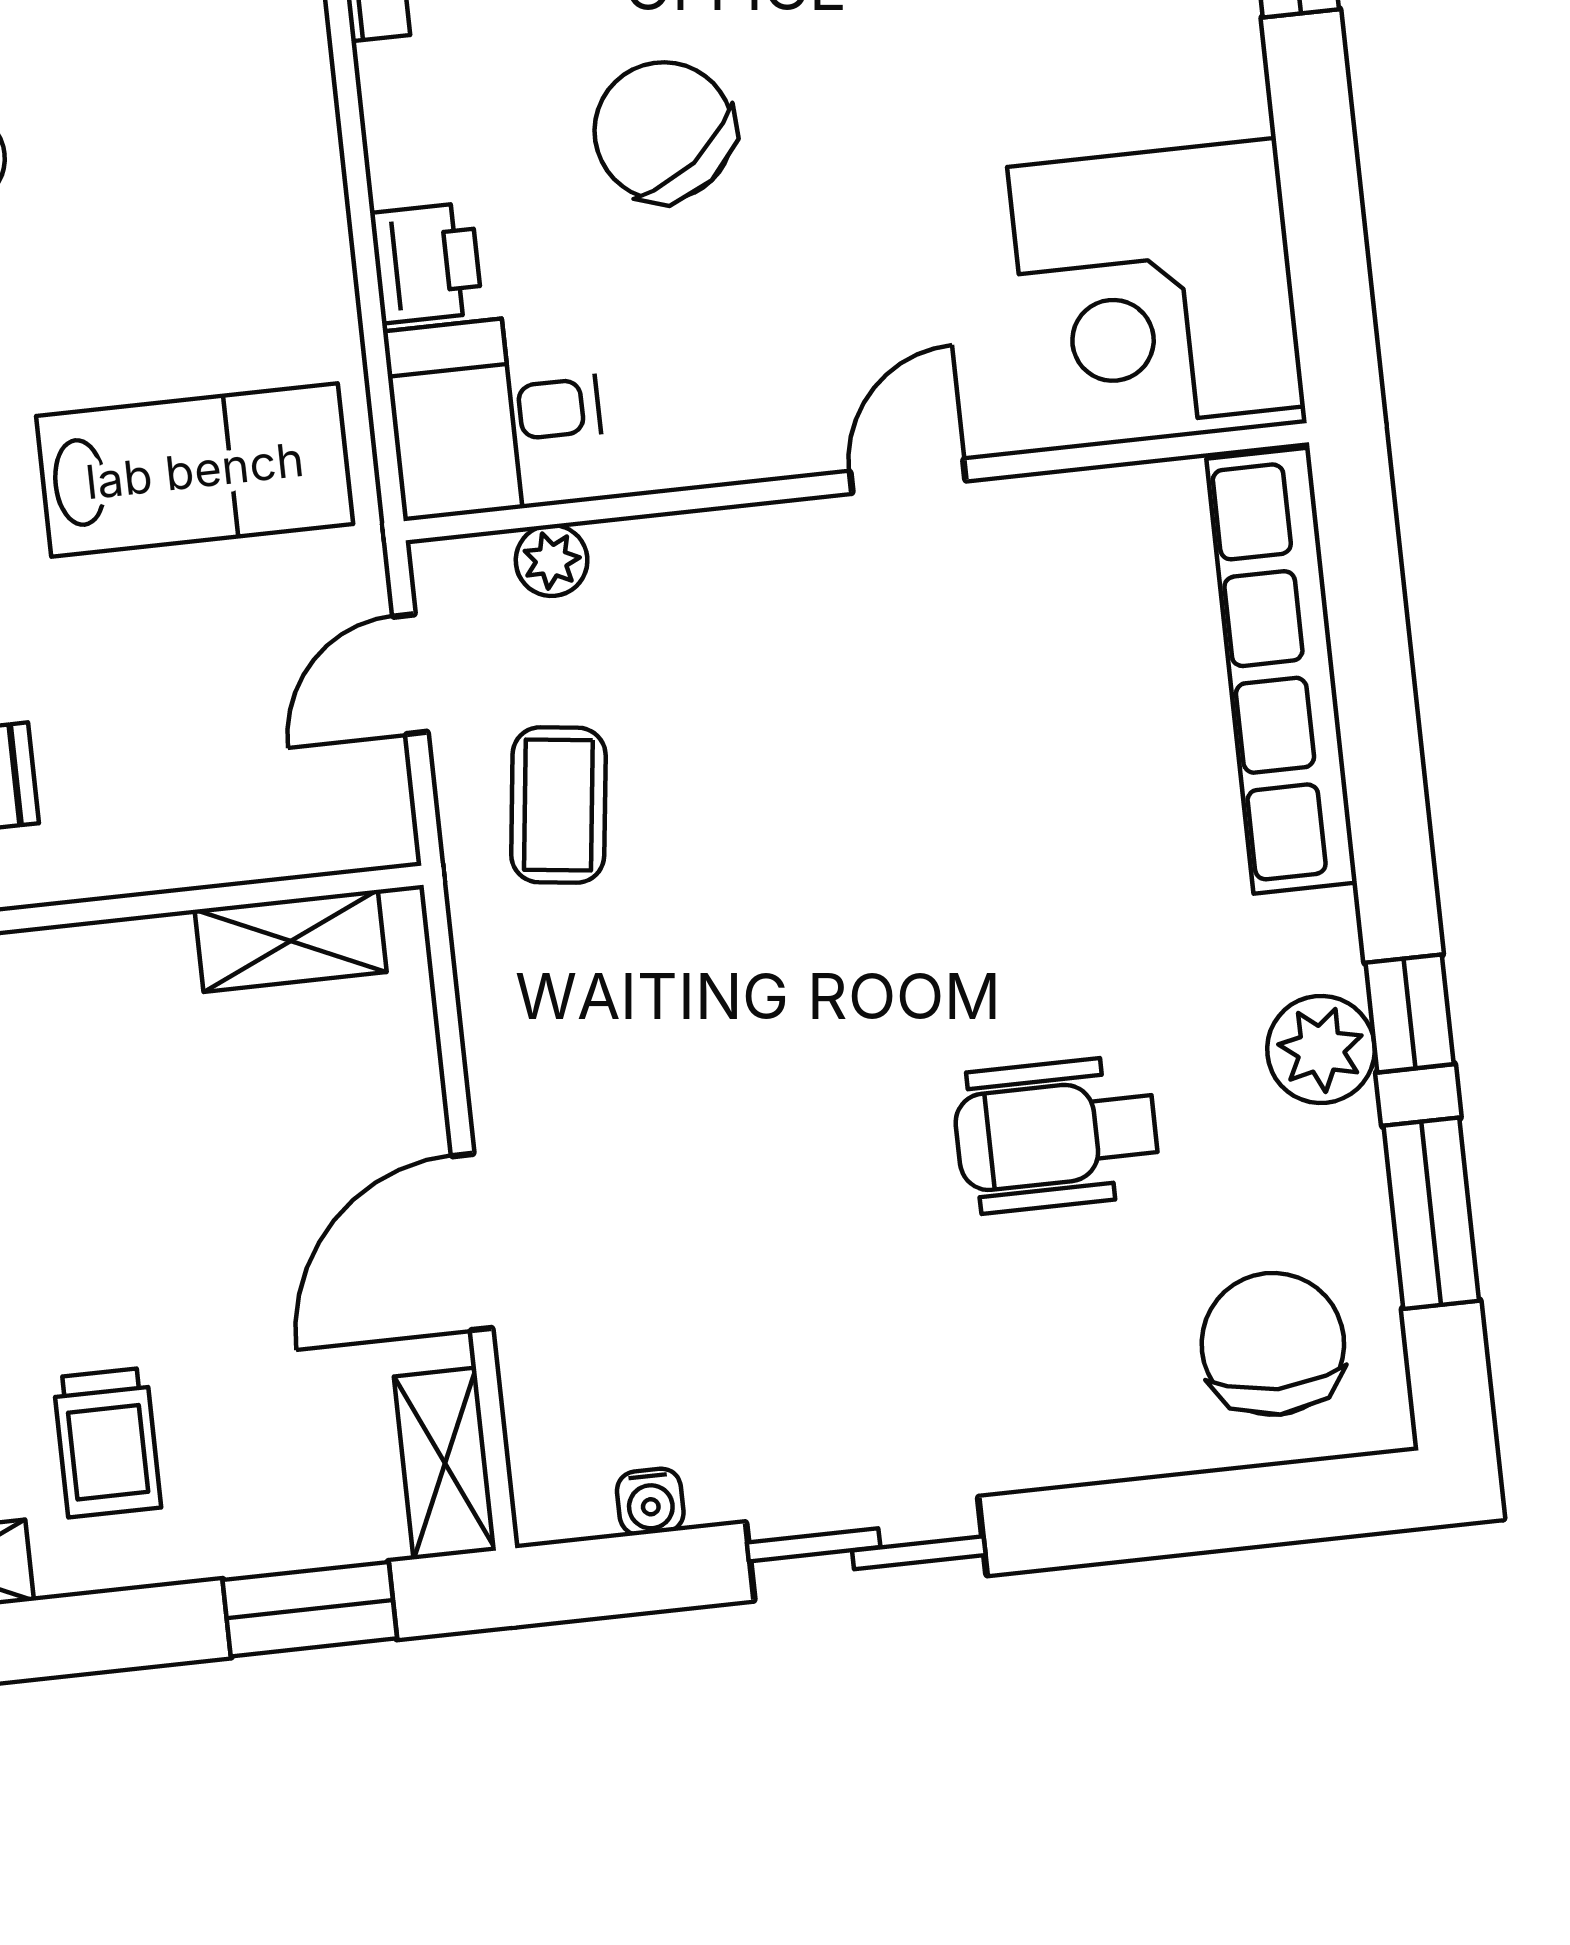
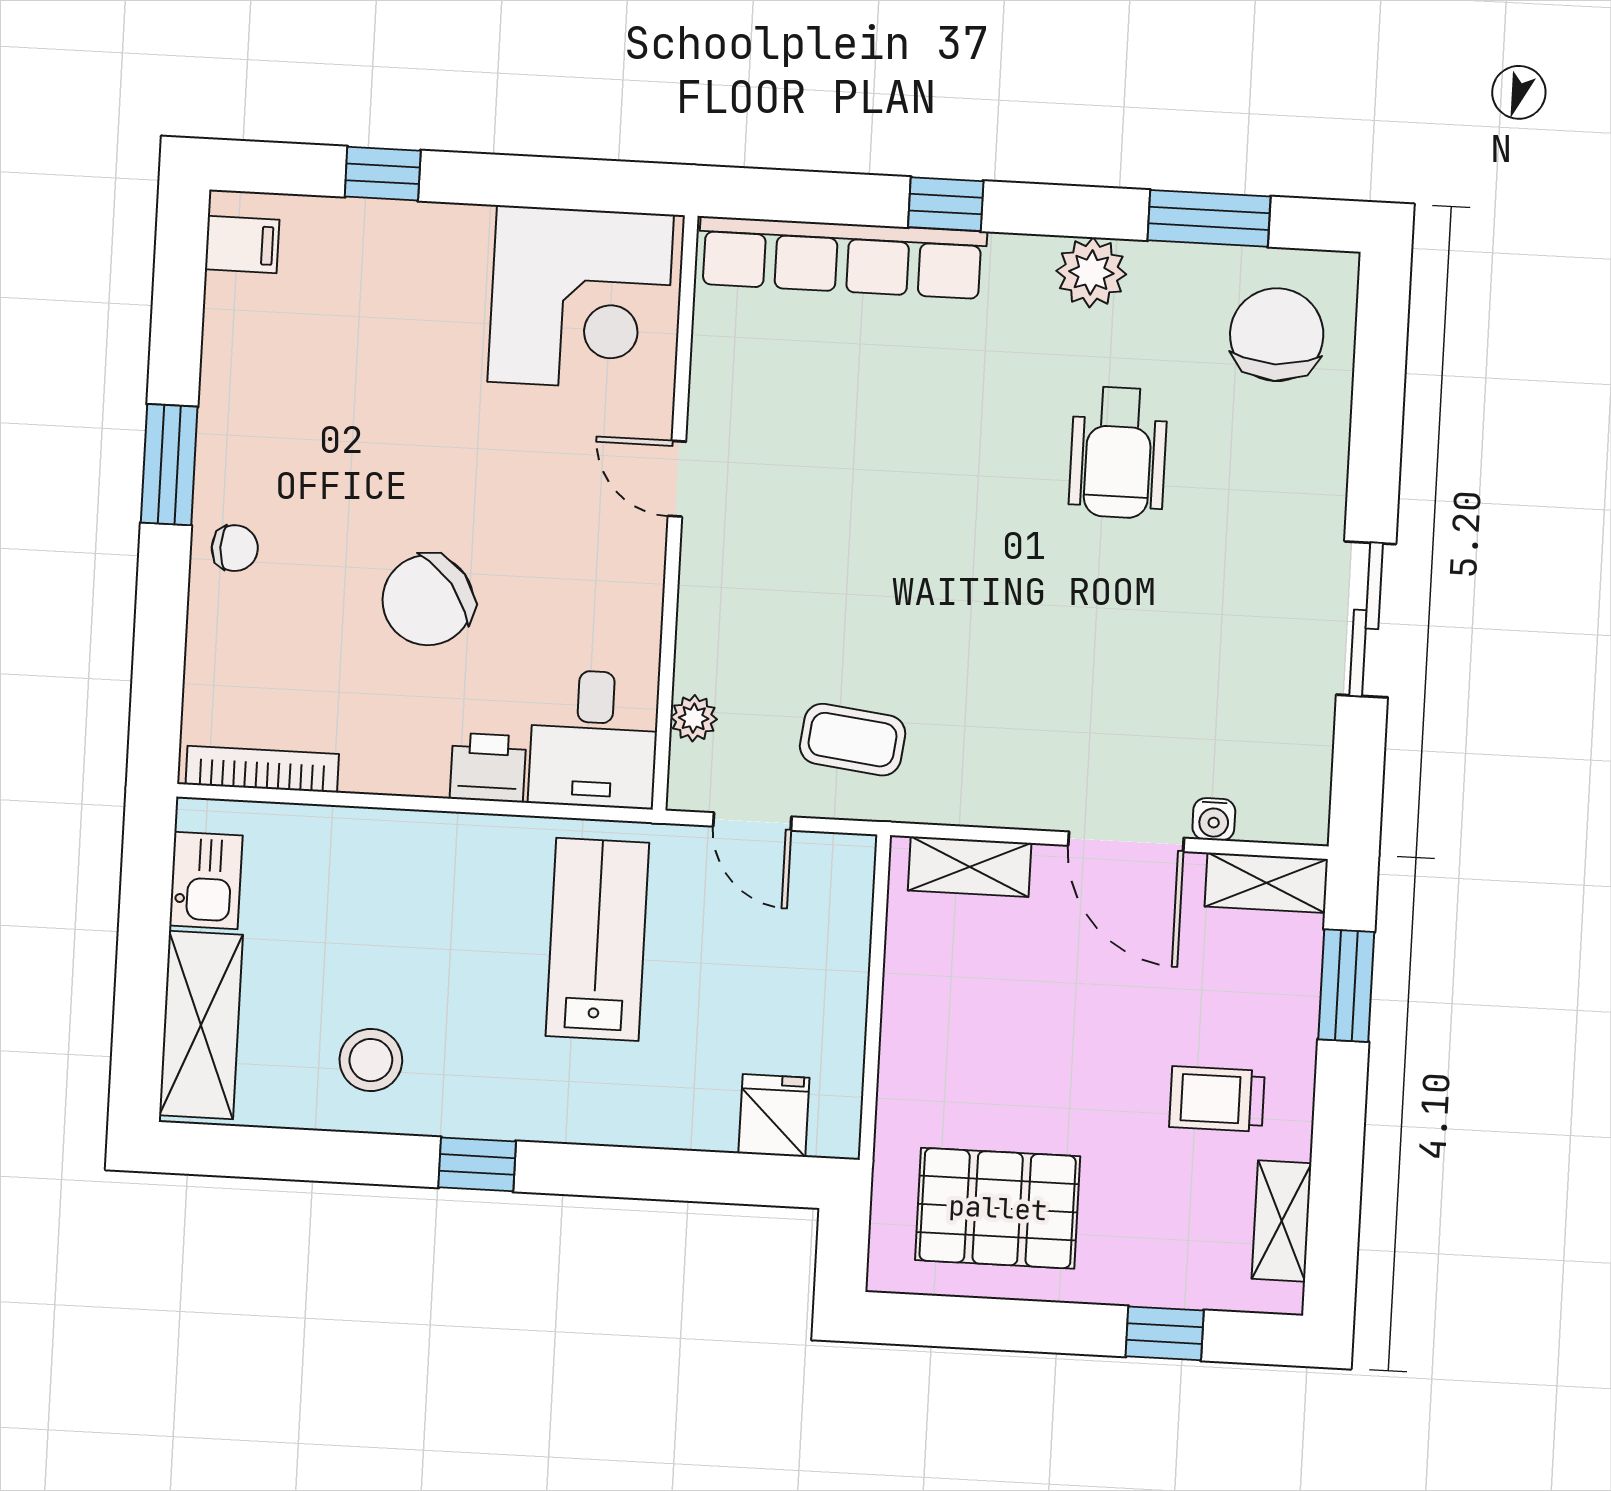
shelving: (291, 941) -> (970, 867), moved, turned 90
window: (1410, 1013) -> (946, 204), moved
chair: (1273, 1344) -> (1277, 335), turned 90
trolley: (107, 1442) -> (1217, 1099), turned 180
water cooler: (650, 1502) -> (1214, 819), moved, turned 90

